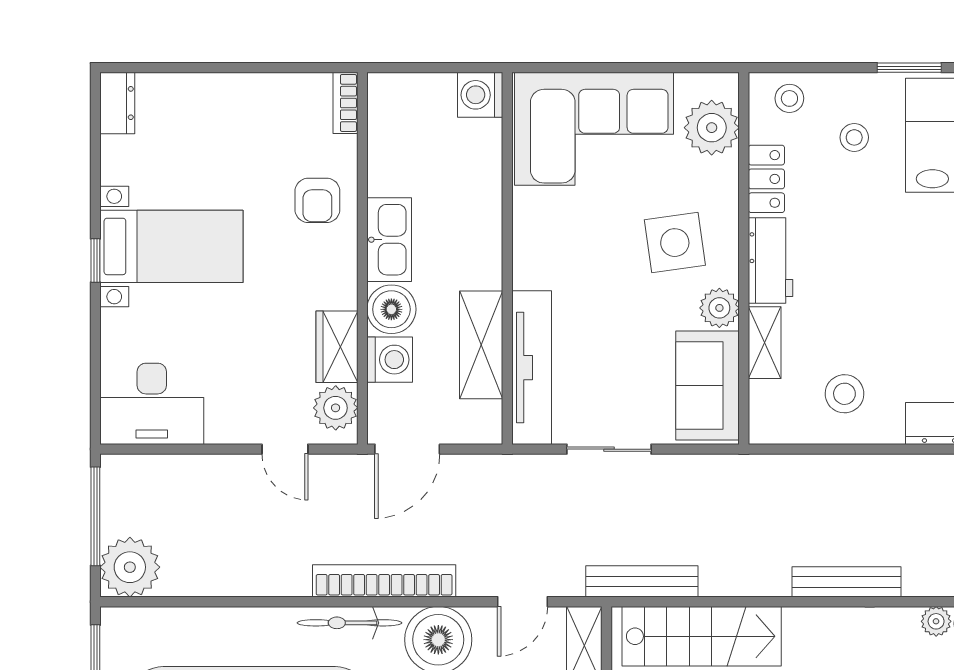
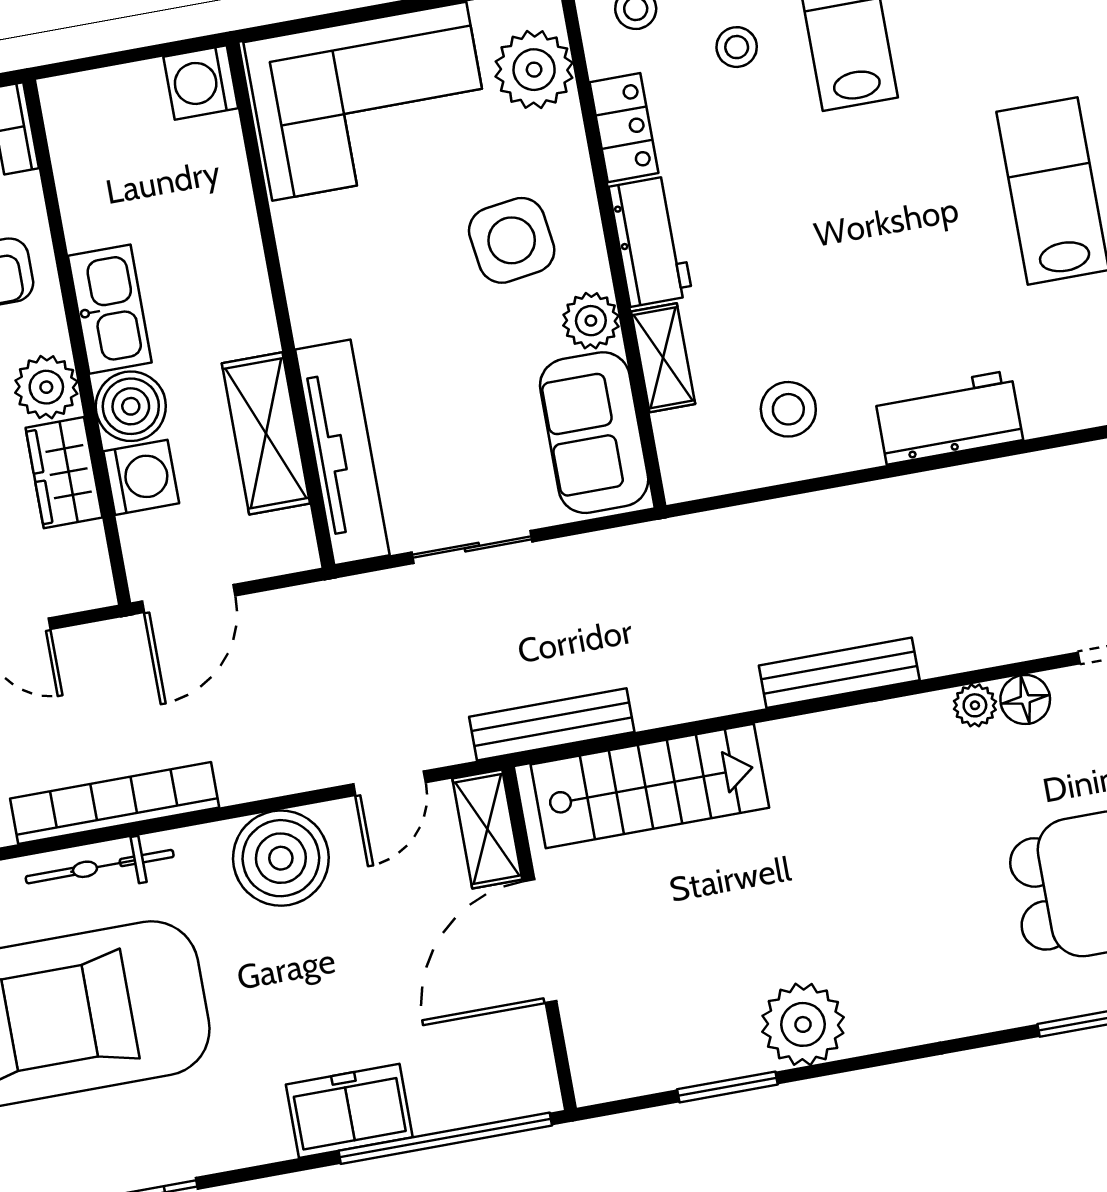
plant: (336, 408) -> (46, 387), moved
bookcase: (384, 581) -> (115, 803), moved
bicycle: (349, 623) -> (100, 867), moved

